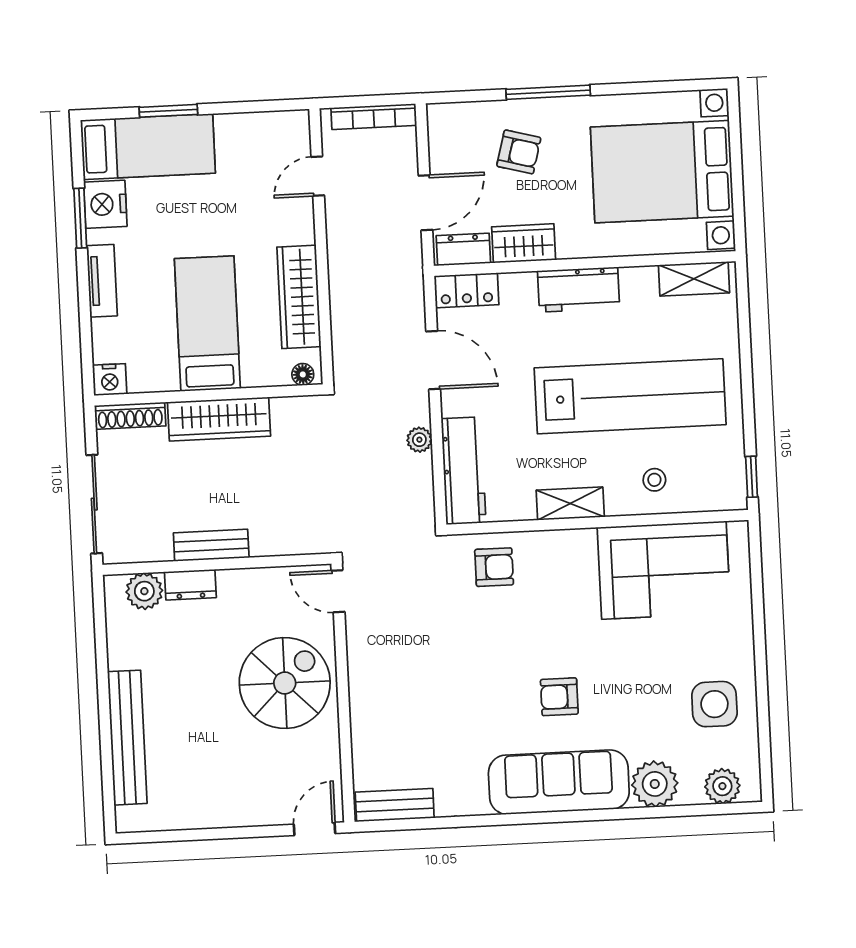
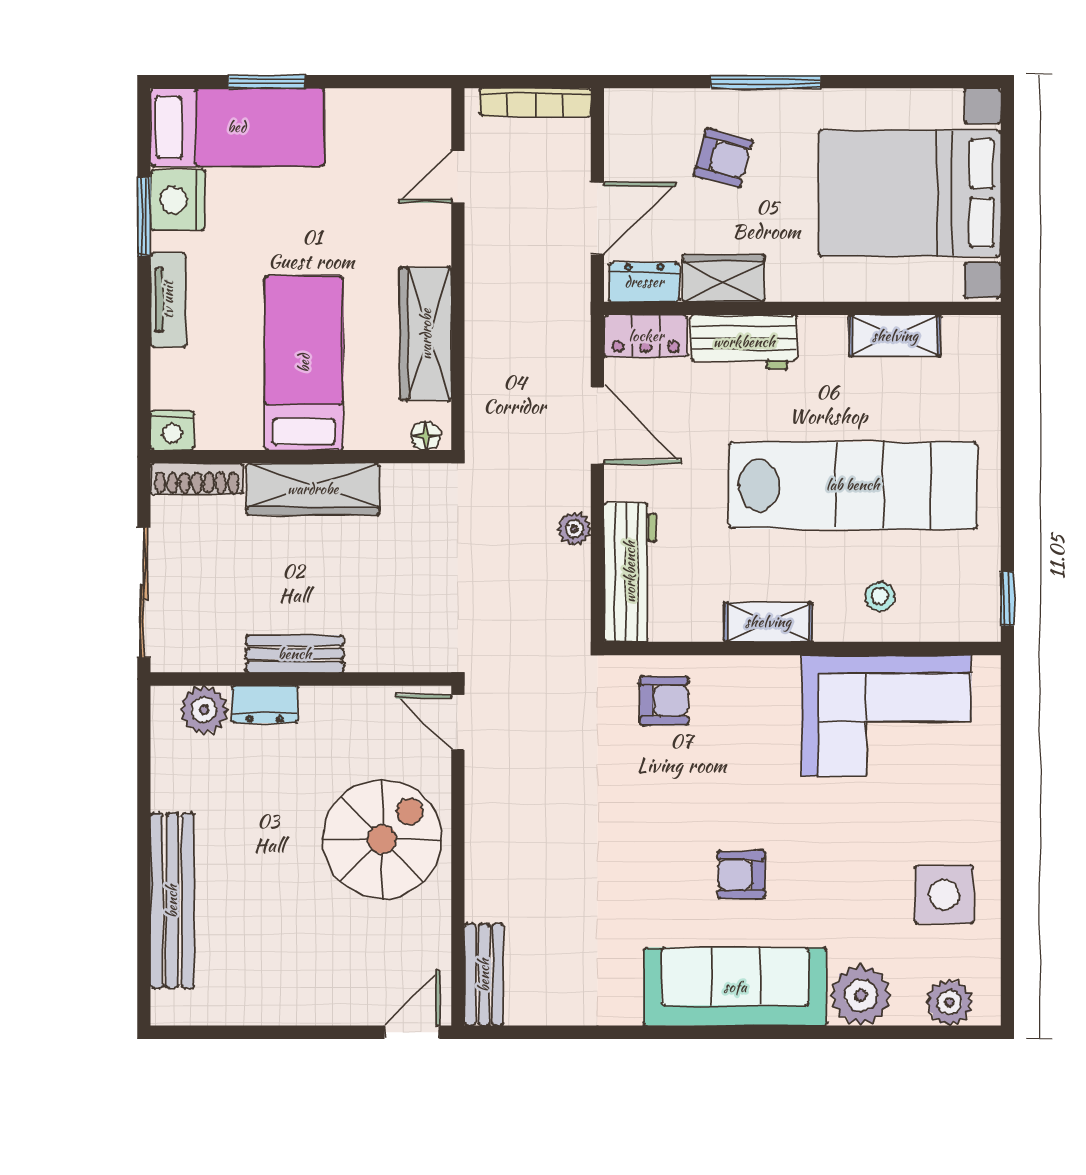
shelving: (694, 279) -> (895, 336), moved
workbench: (579, 290) -> (744, 342), moved
bench: (395, 805) -> (484, 975), moved, turned 90

